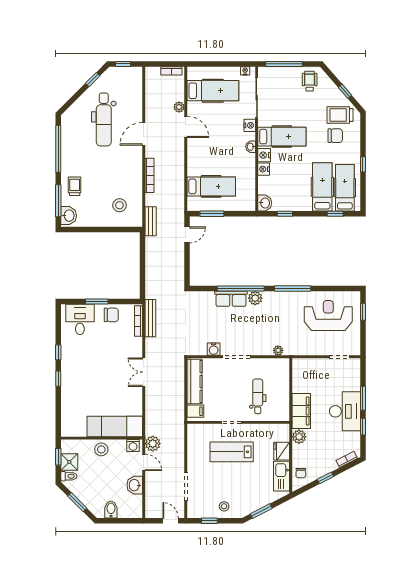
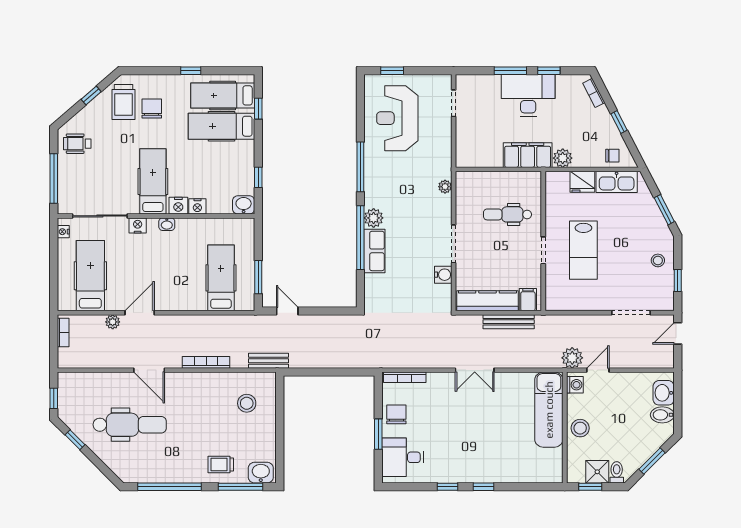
bench: (150, 318) -> (509, 322), moved
washbasin: (135, 485) -> (664, 393), moved, turned 90

